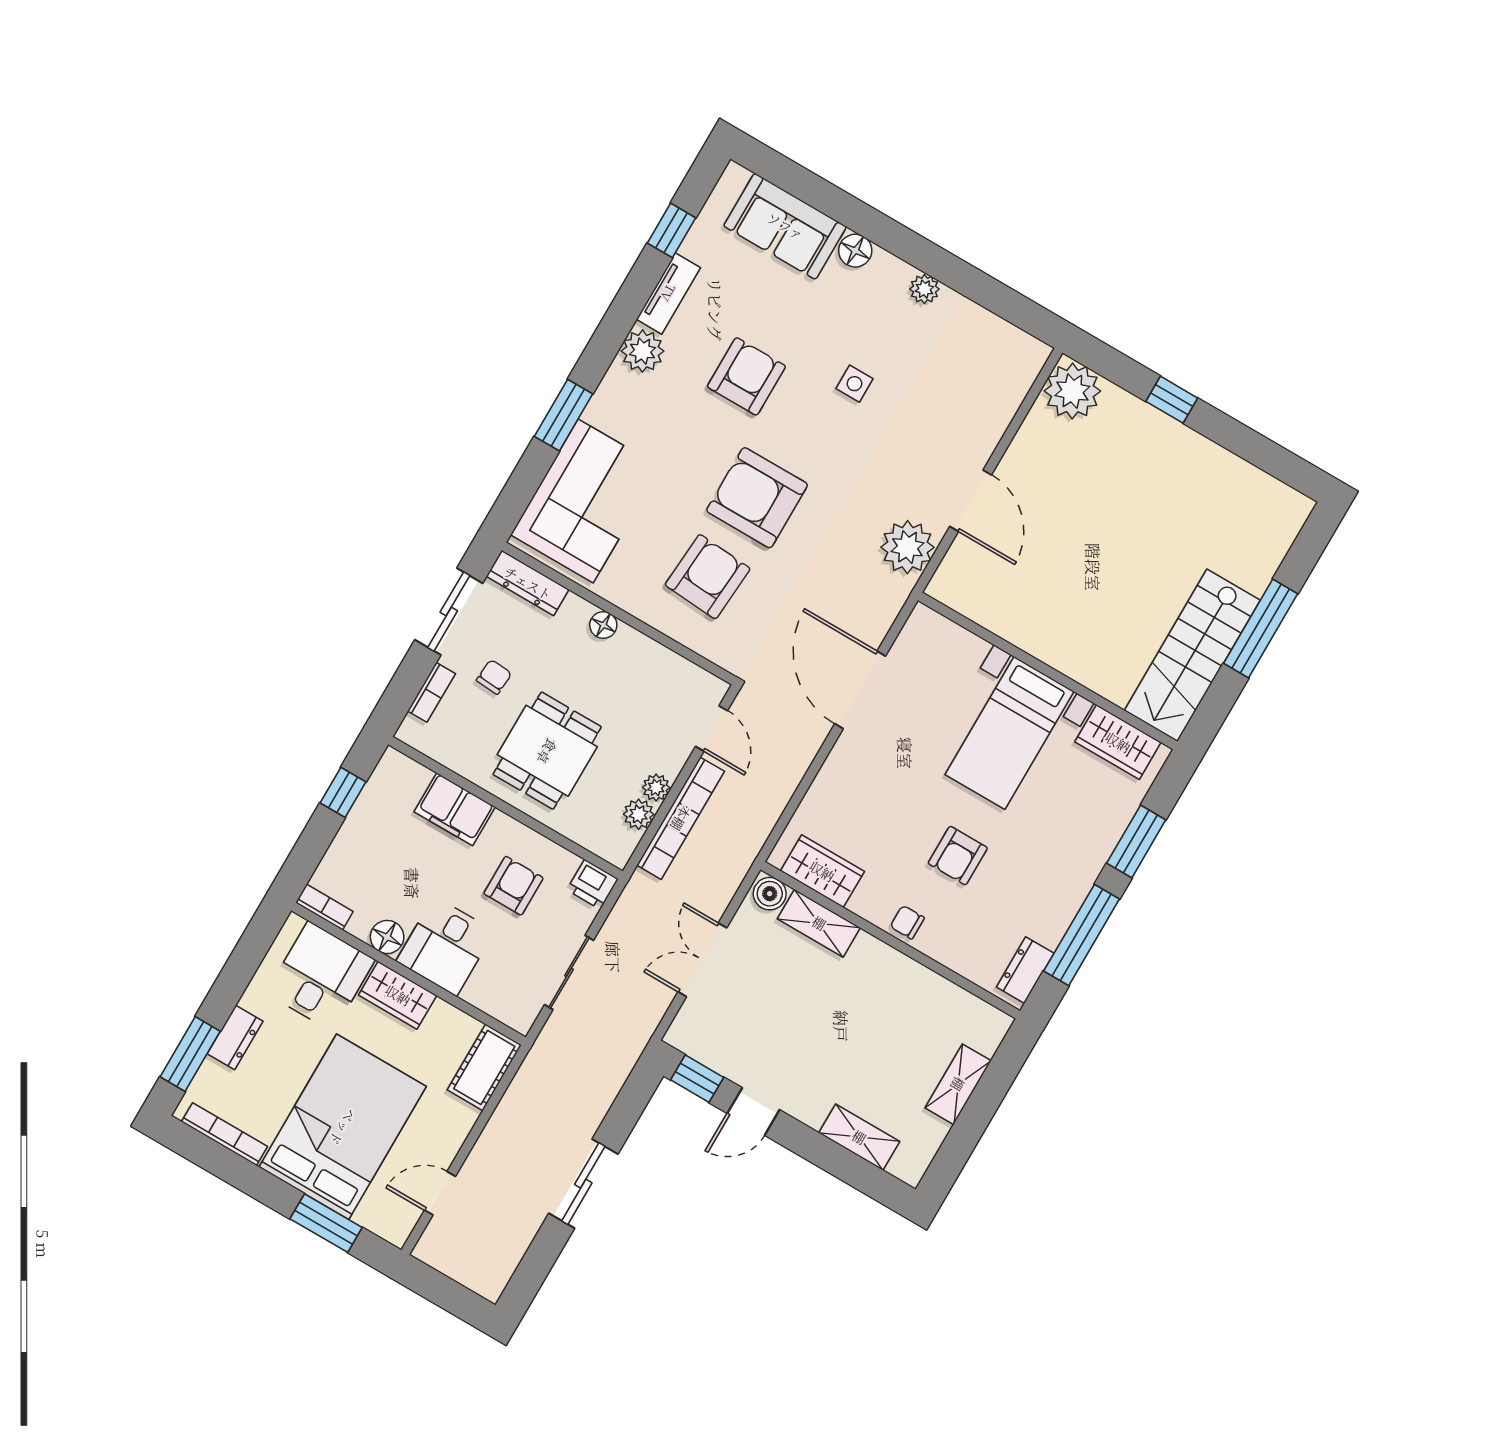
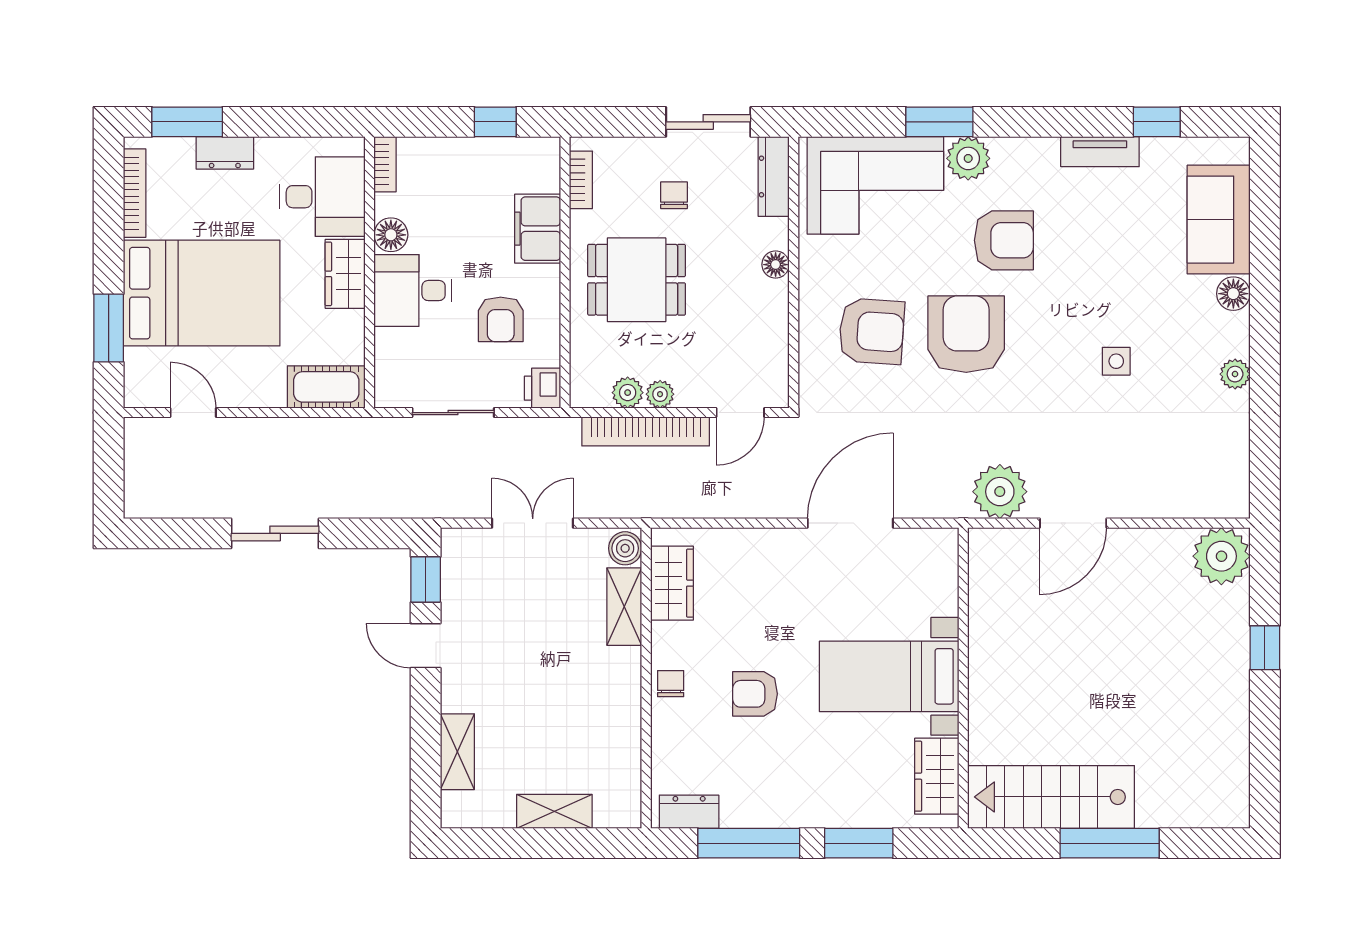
plant: (642, 351) -> (968, 158), moved
armchair: (746, 376) -> (1004, 240), moved
chair: (494, 677) -> (674, 195), turned -94
bookcase: (431, 692) -> (581, 180), moved, turned -90
armchair: (513, 886) -> (501, 319), turned 90

